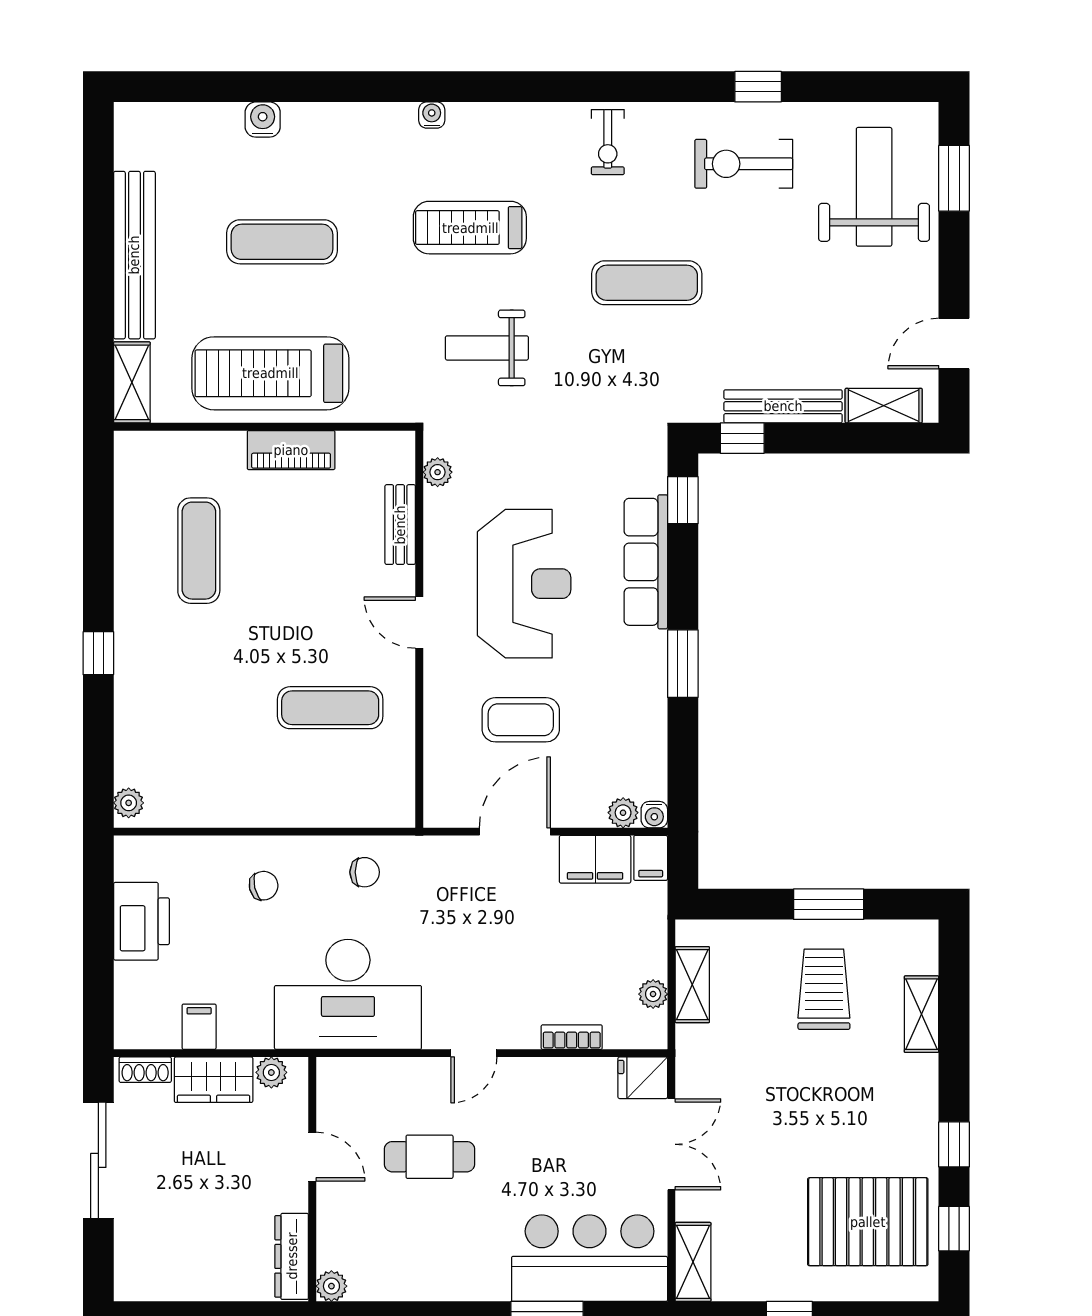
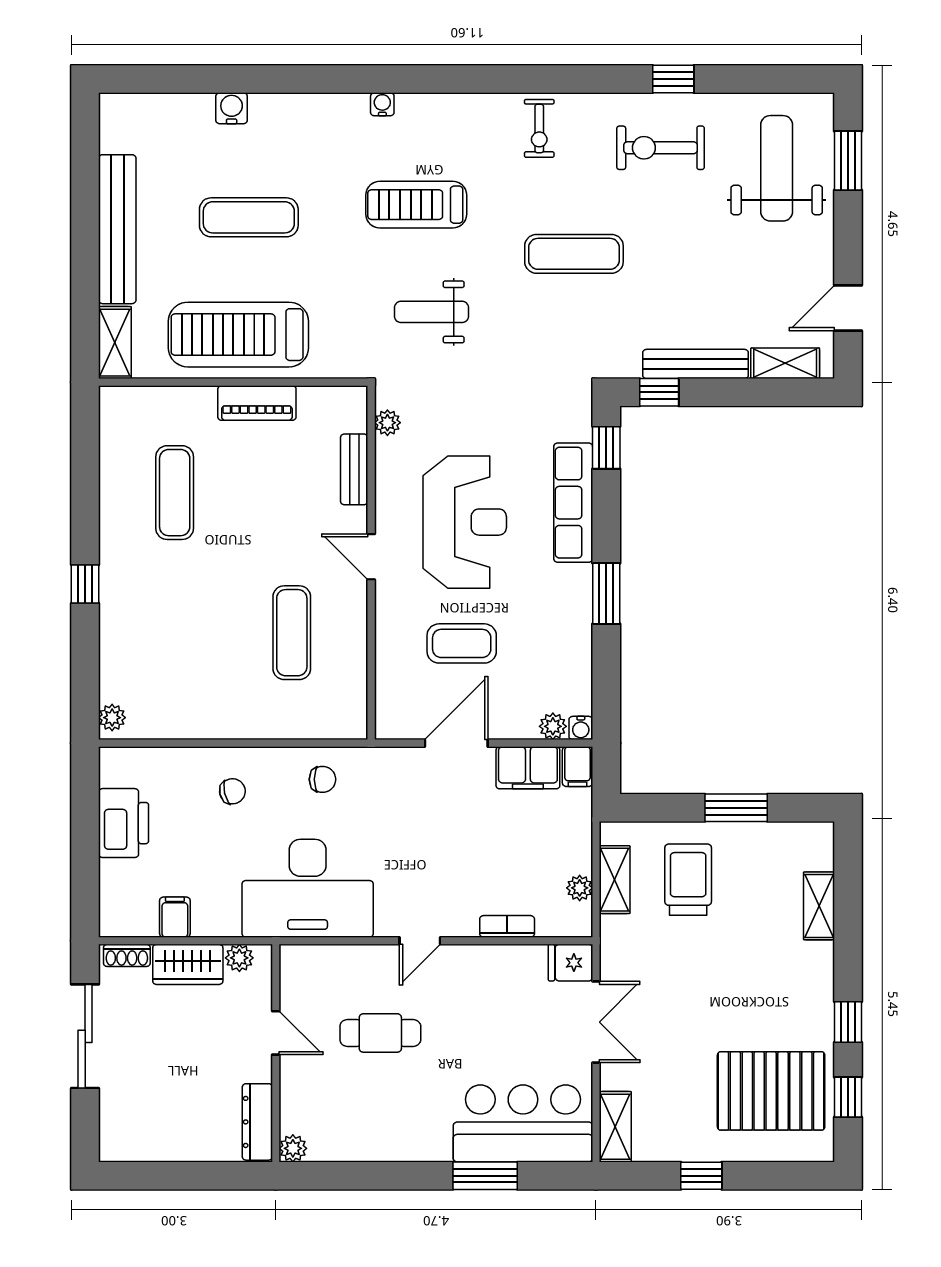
exercise mat: (330, 708) -> (292, 633), turned 90
trolley: (824, 989) -> (688, 880), moved

